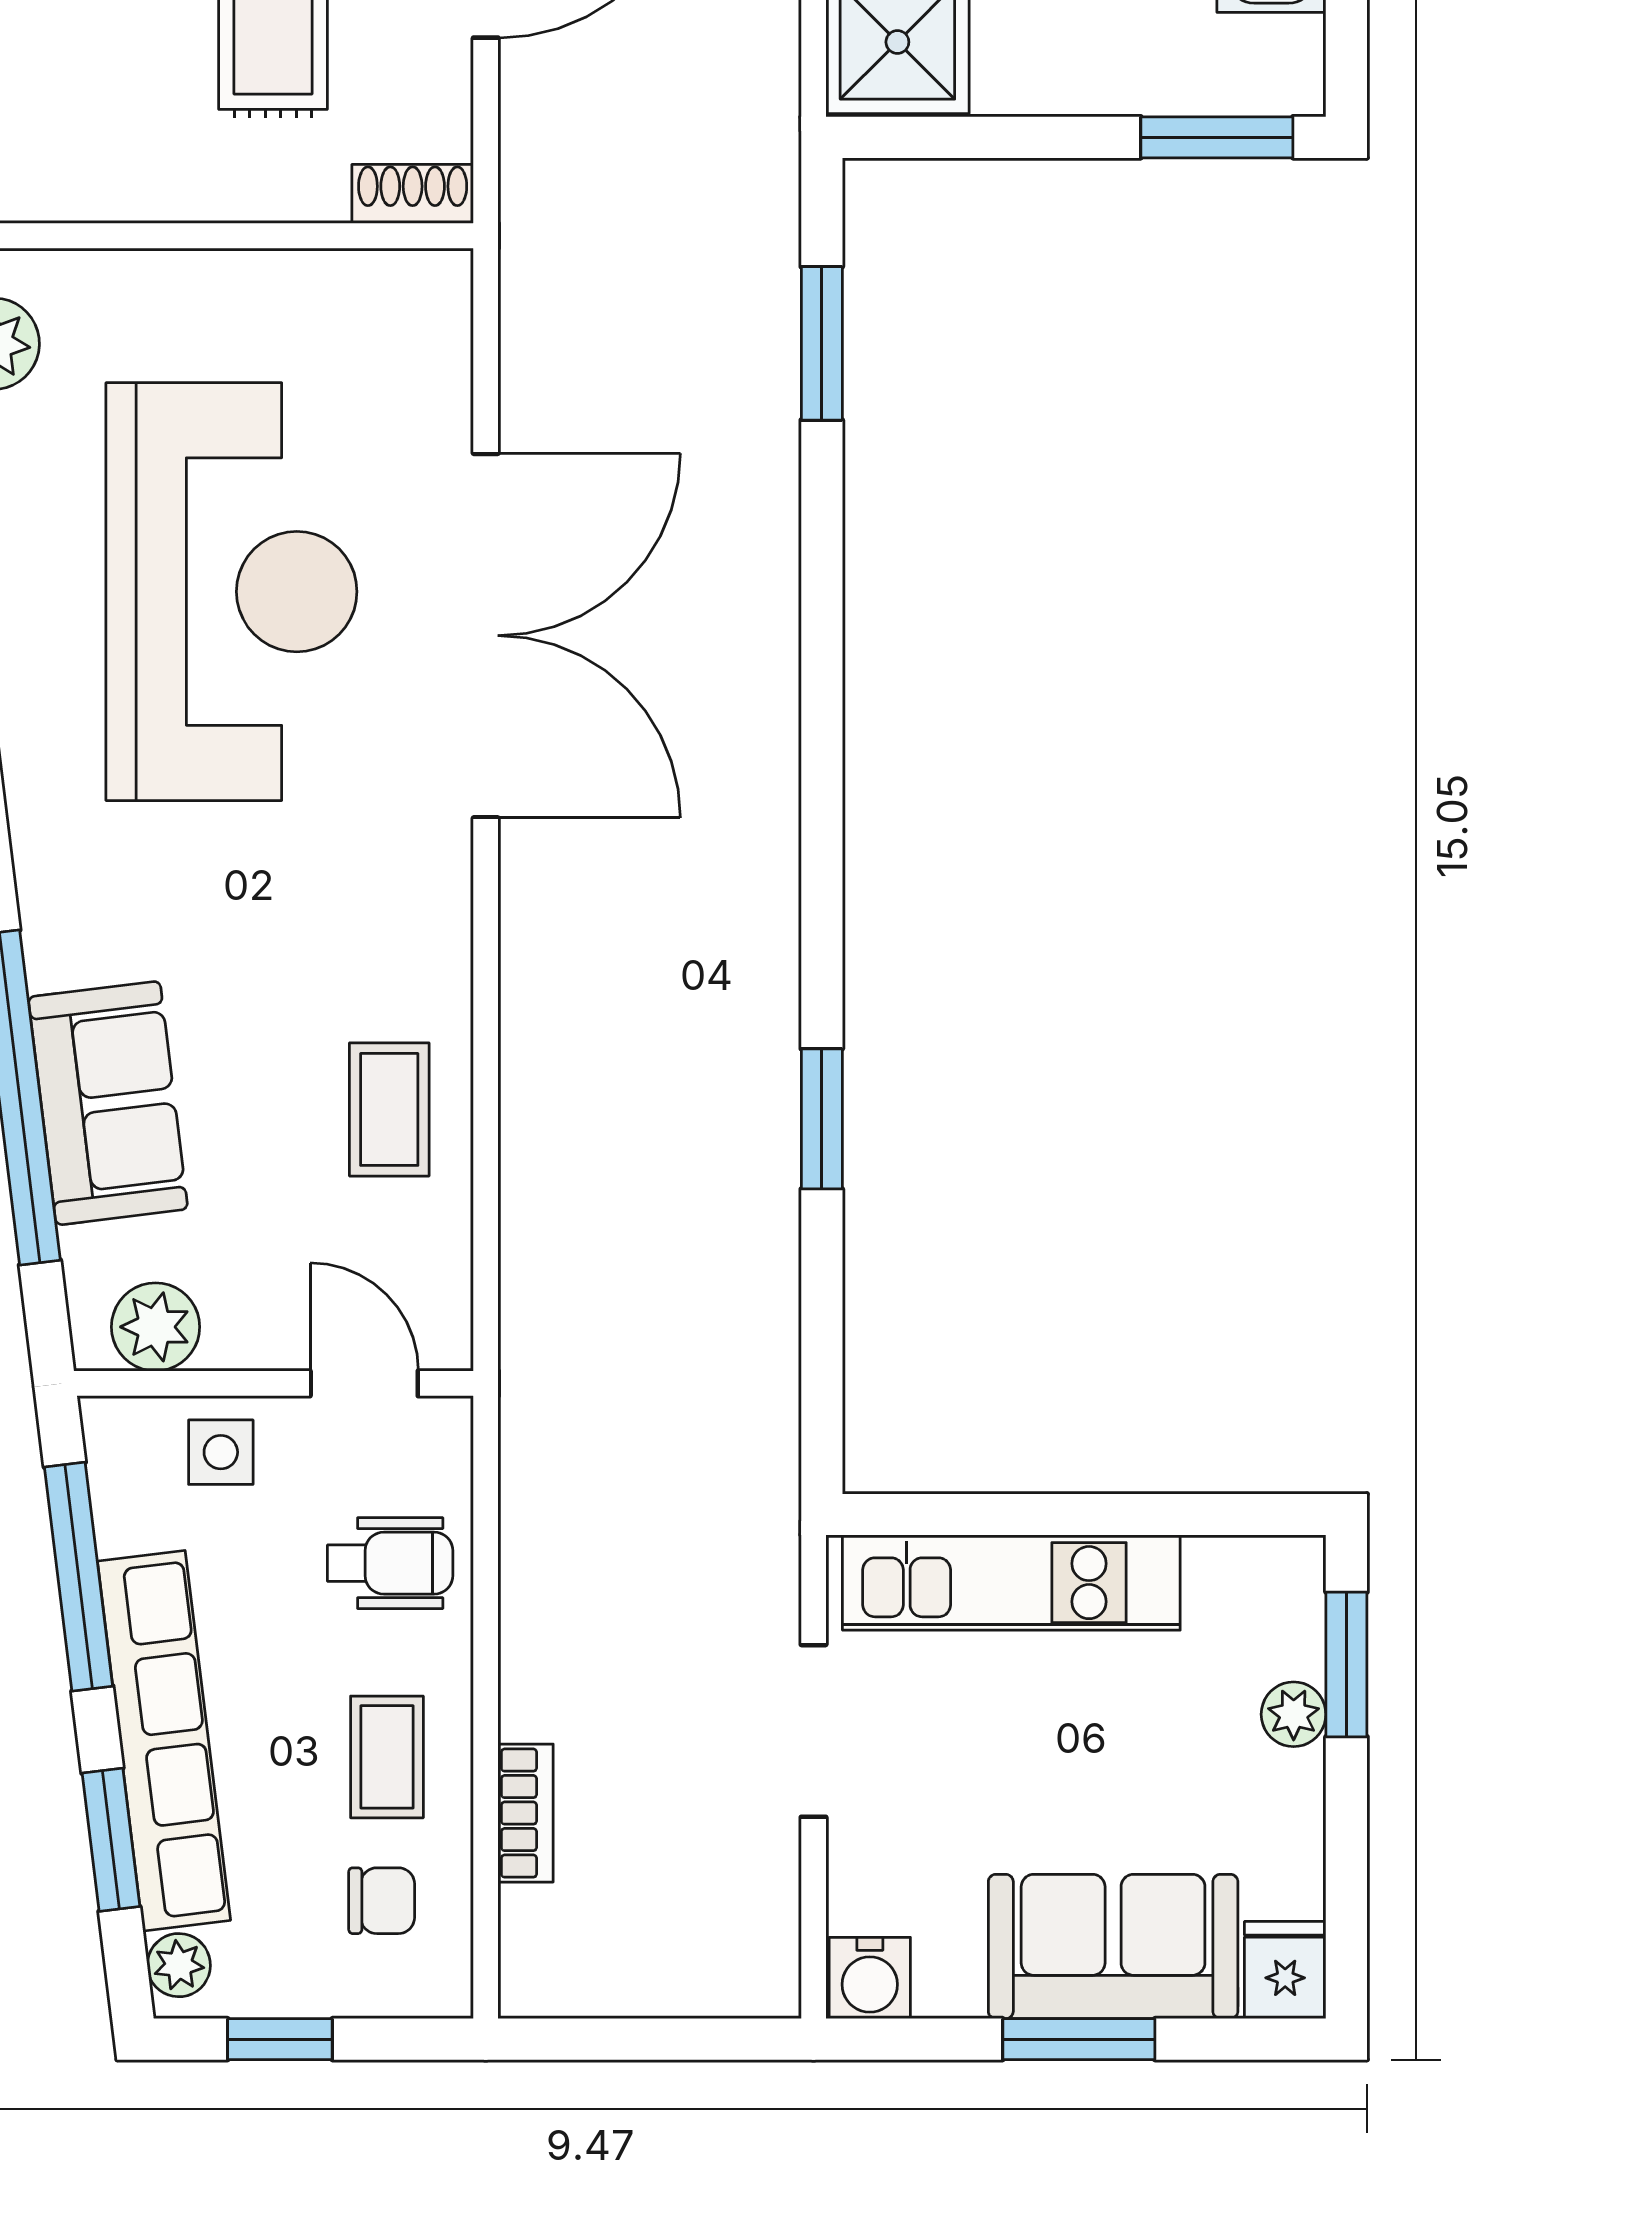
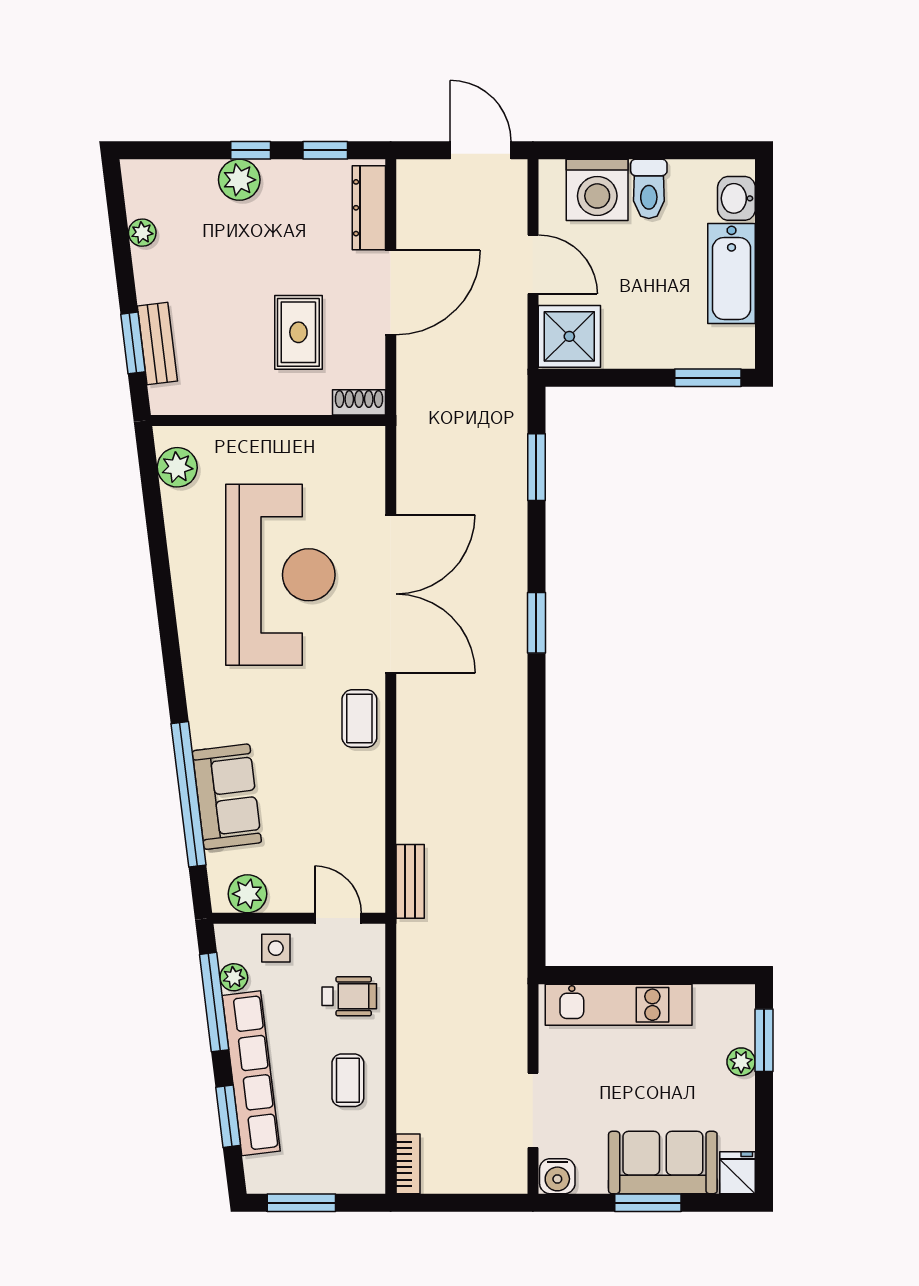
coffee table: (389, 1109) -> (359, 718), moved
window: (822, 1119) -> (536, 623), moved
bench: (530, 1298) -> (410, 881), added
doorway: (814, 1731) -> (533, 1110), moved
bookcase: (526, 1813) -> (408, 1164), moved
chair: (382, 1901) -> (346, 1143), removed
plant: (179, 1965) -> (234, 977), moved
window: (280, 2039) -> (301, 1203), width x1.50

